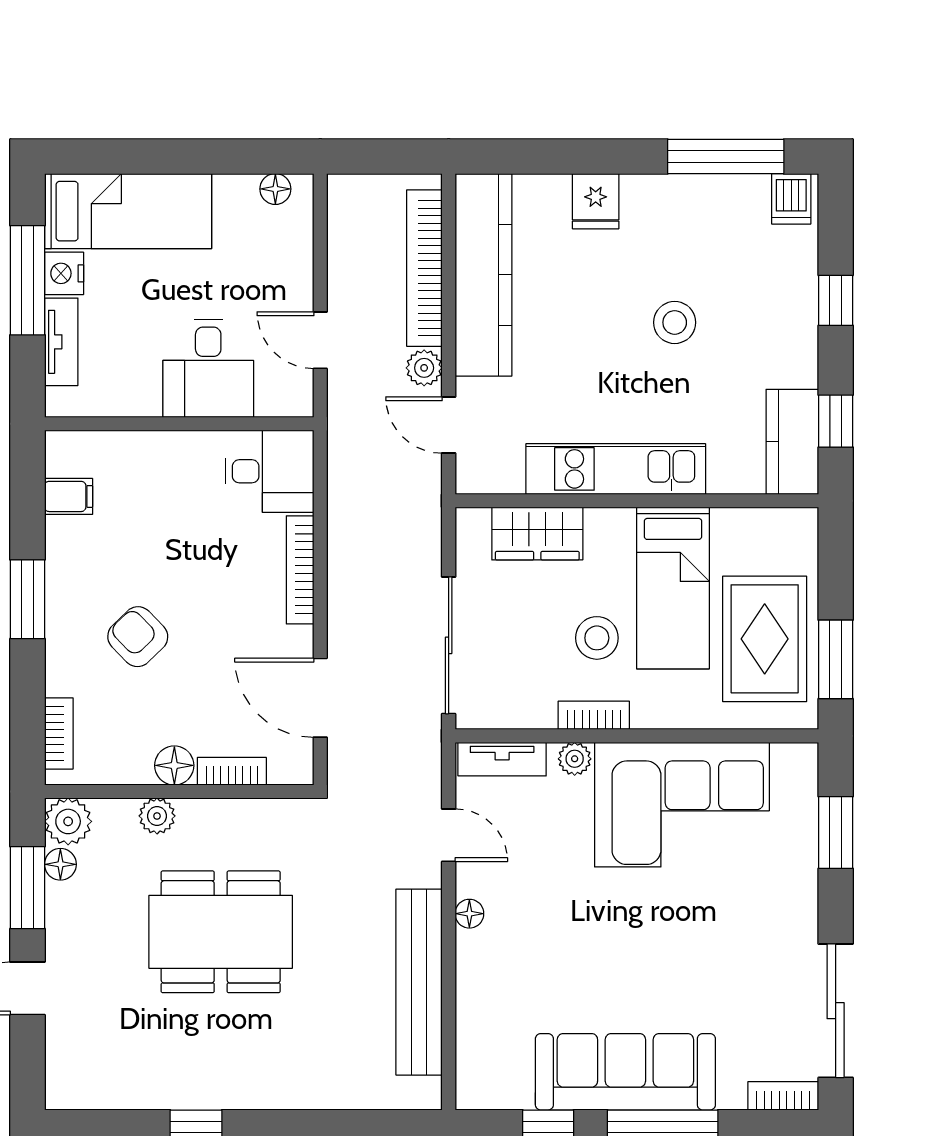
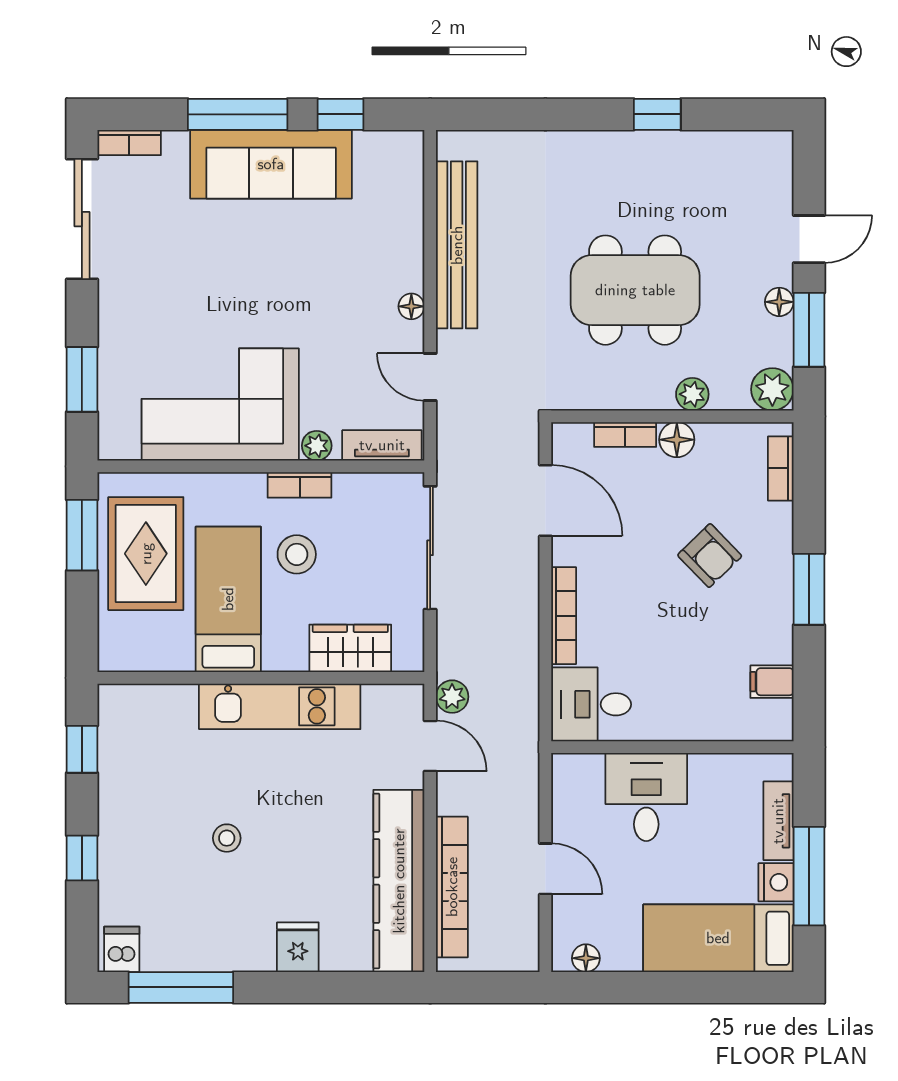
stool: (675, 322) -> (227, 838), width x0.73, depth x0.73
door: (320, 340) -> (545, 869), moved
plant: (424, 368) -> (452, 697), moved
kitchen counter: (792, 442) -> (121, 731), removed
floor lamp: (60, 864) -> (779, 302), moved

